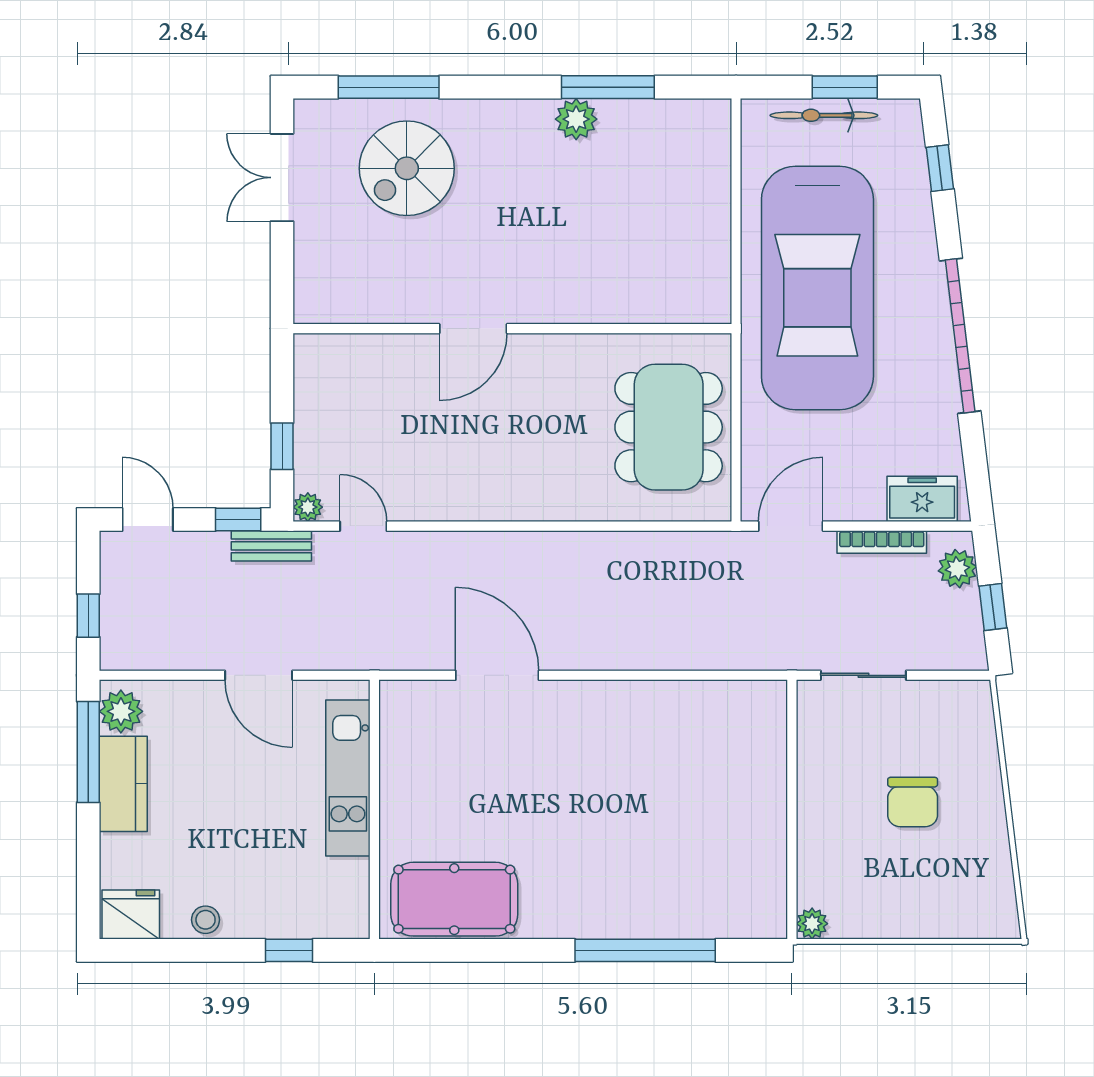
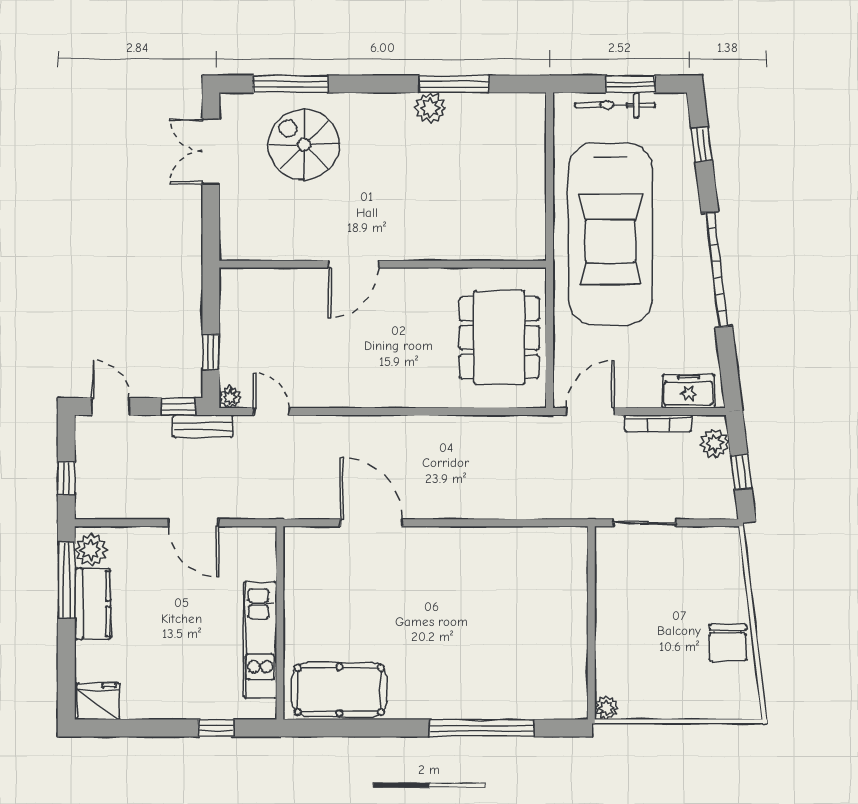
spiral stairs: (407, 168) -> (304, 145), turned 90
kitchen unit: (348, 778) -> (260, 640), moved
chair: (913, 802) -> (728, 643), moved
stool: (206, 920) -> (154, 705), removed

